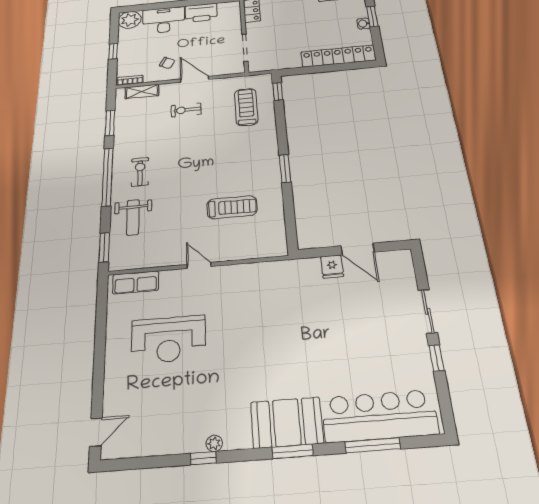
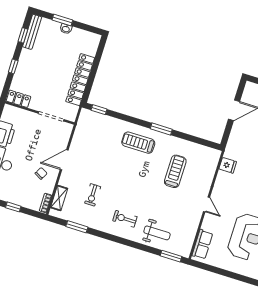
locker: (338, 56) -> (80, 80), moved
treadmill: (246, 107) -> (138, 143), moved
exercise bike: (186, 110) -> (93, 195), moved
window: (107, 177) -> (120, 240), removed
door: (199, 265) -> (207, 204), swing flipped
fridge: (332, 267) -> (228, 165), moved

